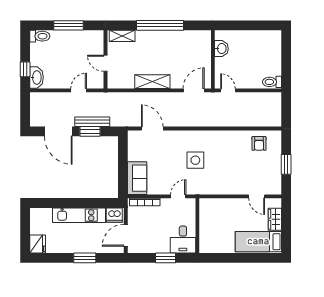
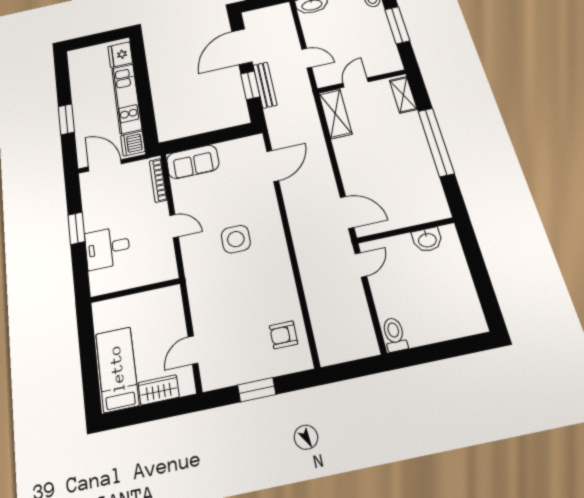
shelving: (152, 82) -> (335, 113), moved
wall: (197, 226) -> (135, 291), moved
fridge: (38, 244) -> (120, 55), moved, turned 90

